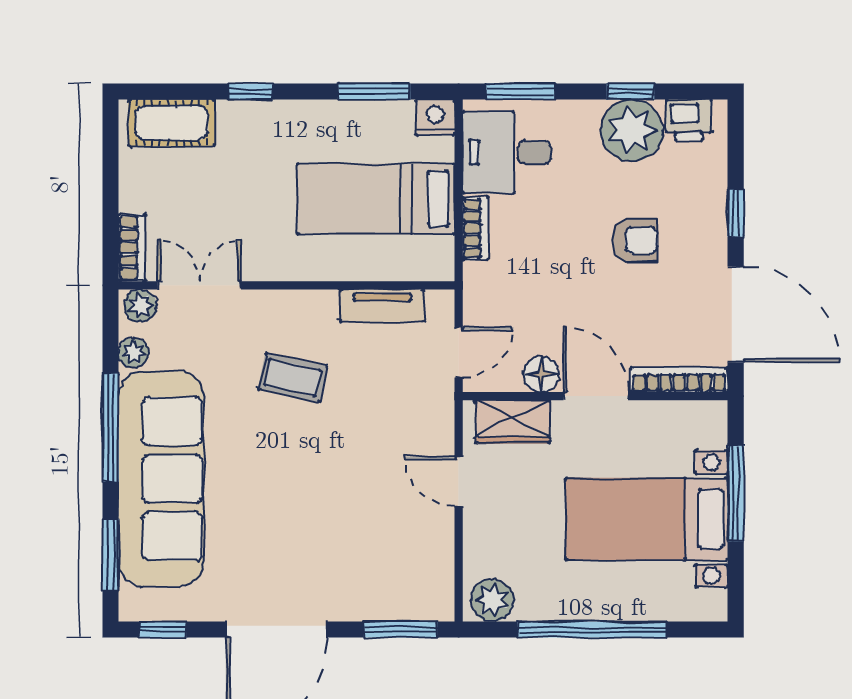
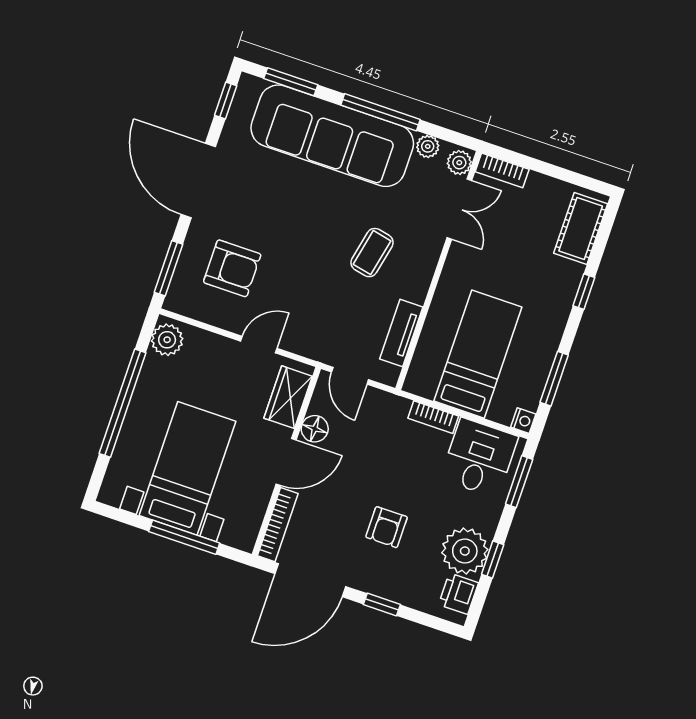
nightstand: (435, 117) -> (523, 421), width x0.72, depth x0.74
armchair: (373, 548) -> (232, 268), added

